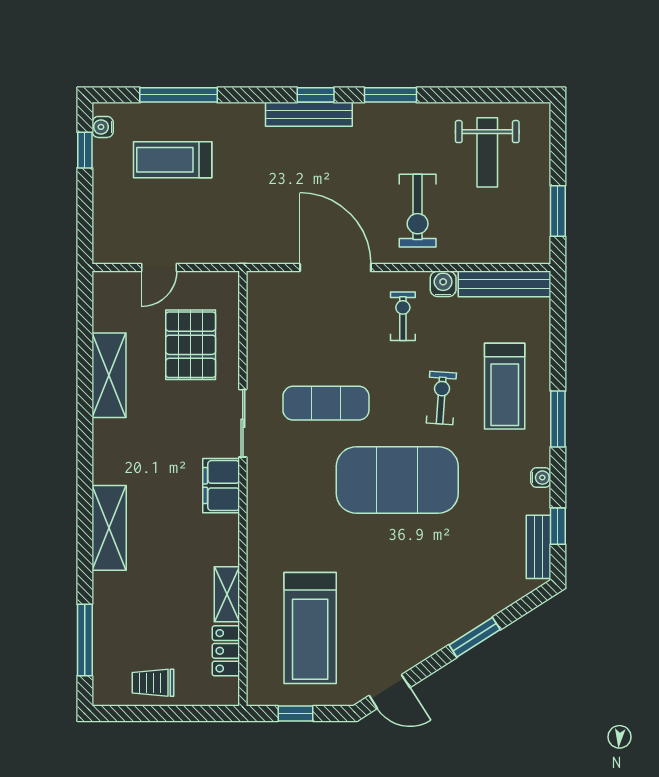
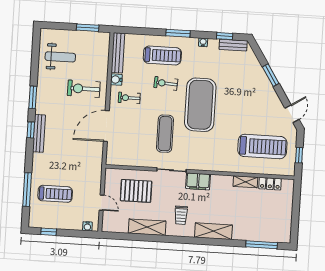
water cooler: (103, 127) -> (87, 226), moved
treadmill: (173, 160) -> (55, 194), turned -90
exercise bike: (418, 211) -> (84, 89), turned 180
trolley: (153, 683) -> (181, 215), moved

